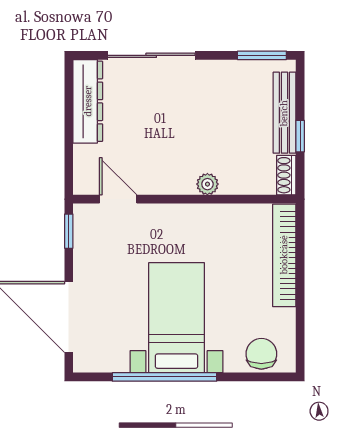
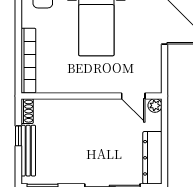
plant: (207, 184) -> (155, 105), moved
window: (69, 231) -> (164, 76), removed

